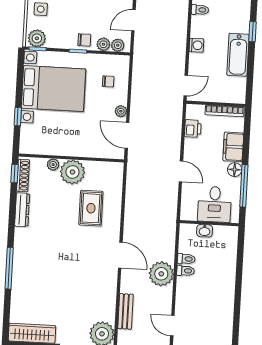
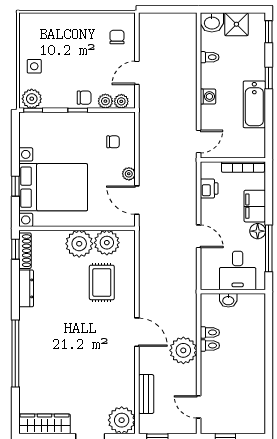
bed with nightstands: (53, 89) -> (53, 187), moved
plant: (53, 165) -> (107, 243), moved, width x1.87, depth x1.87
window: (9, 268) -> (15, 354), width x1.46

